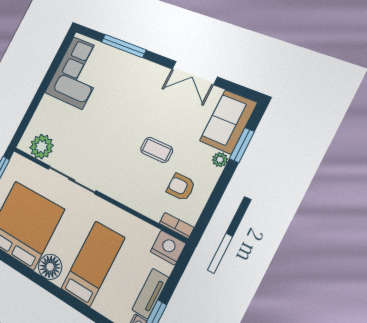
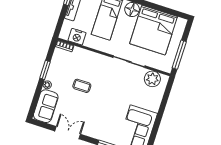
window: (242, 145) -> (45, 70), moved
armchair: (181, 187) -> (65, 67), removed
nightstand: (168, 248) -> (77, 37), moved

